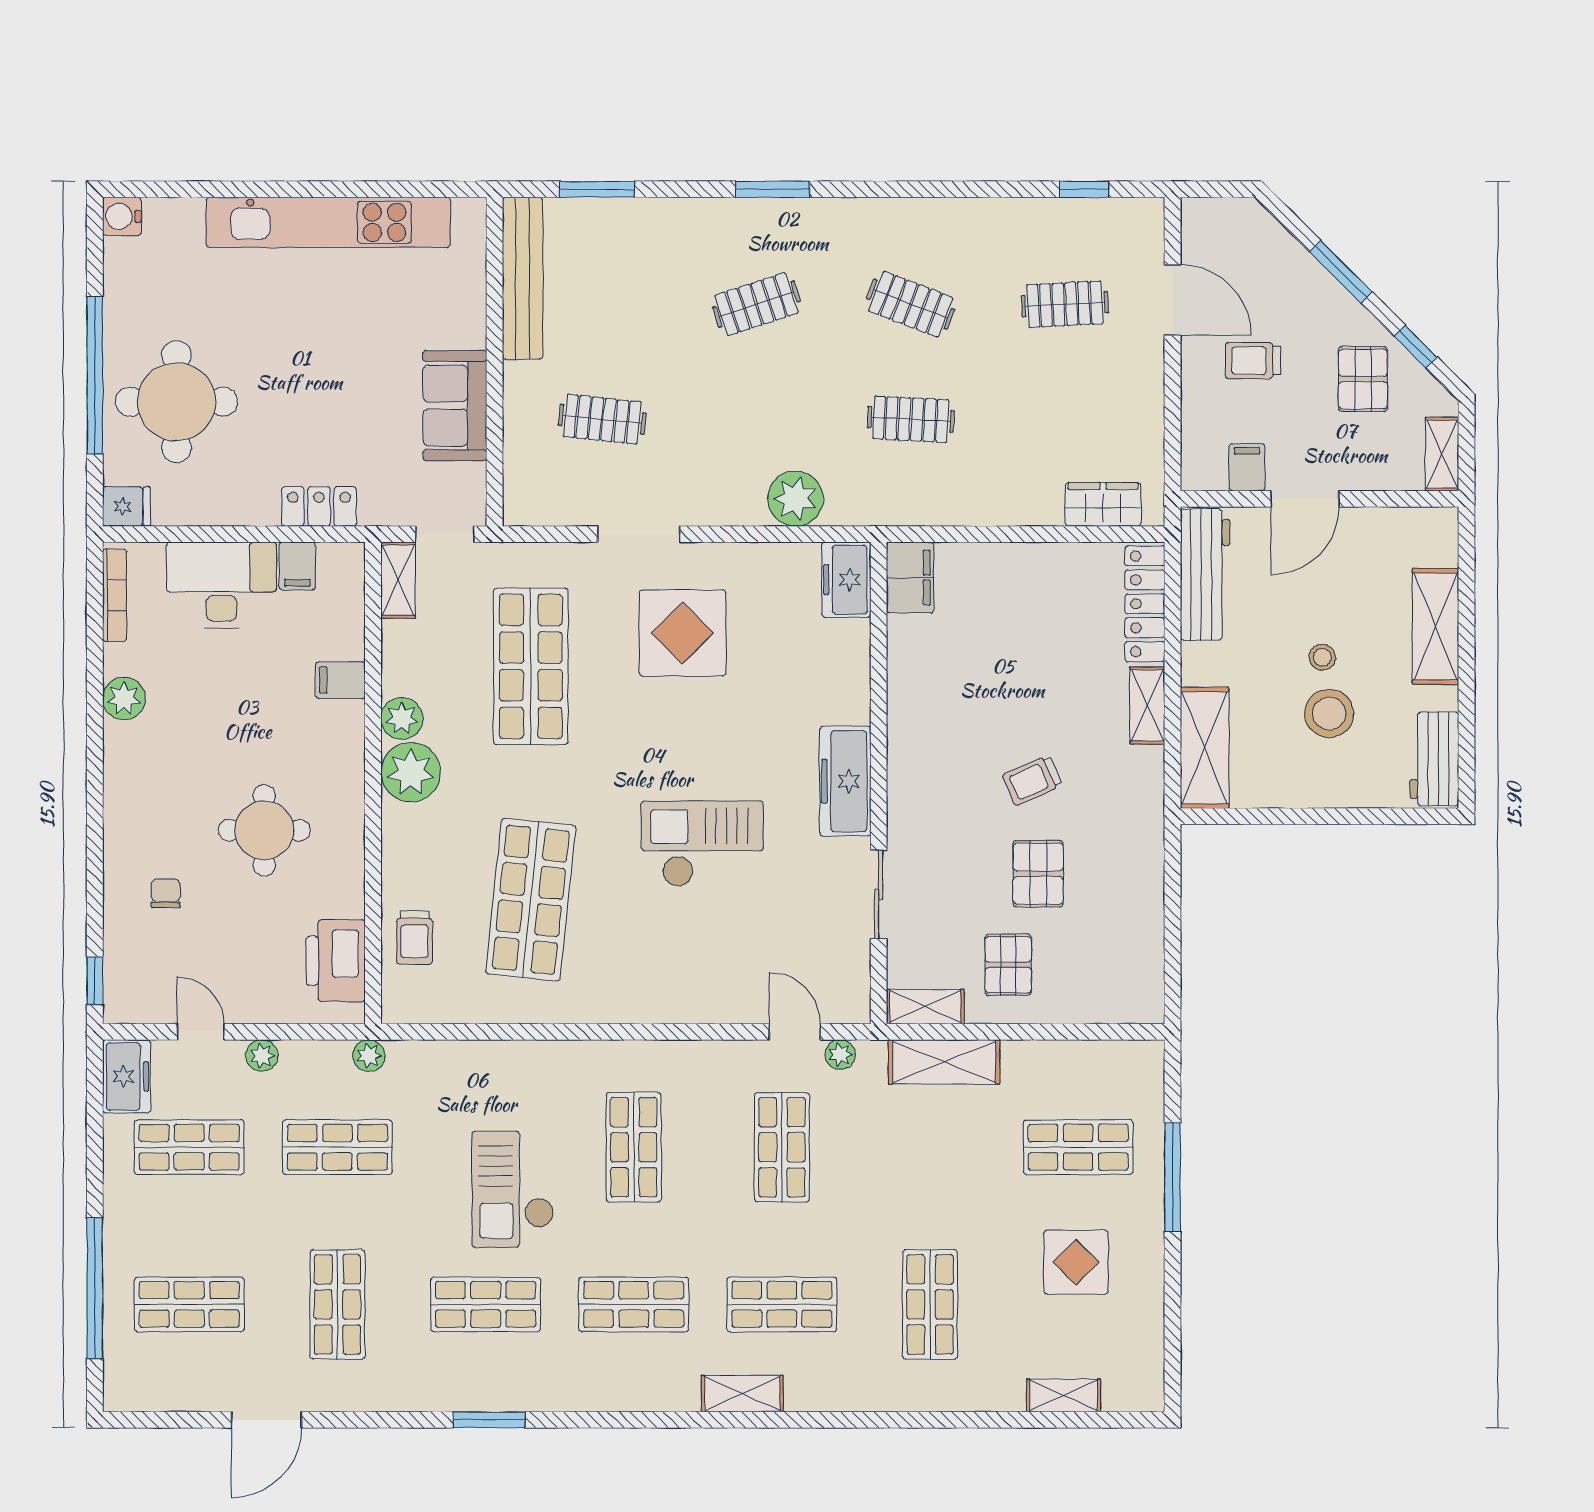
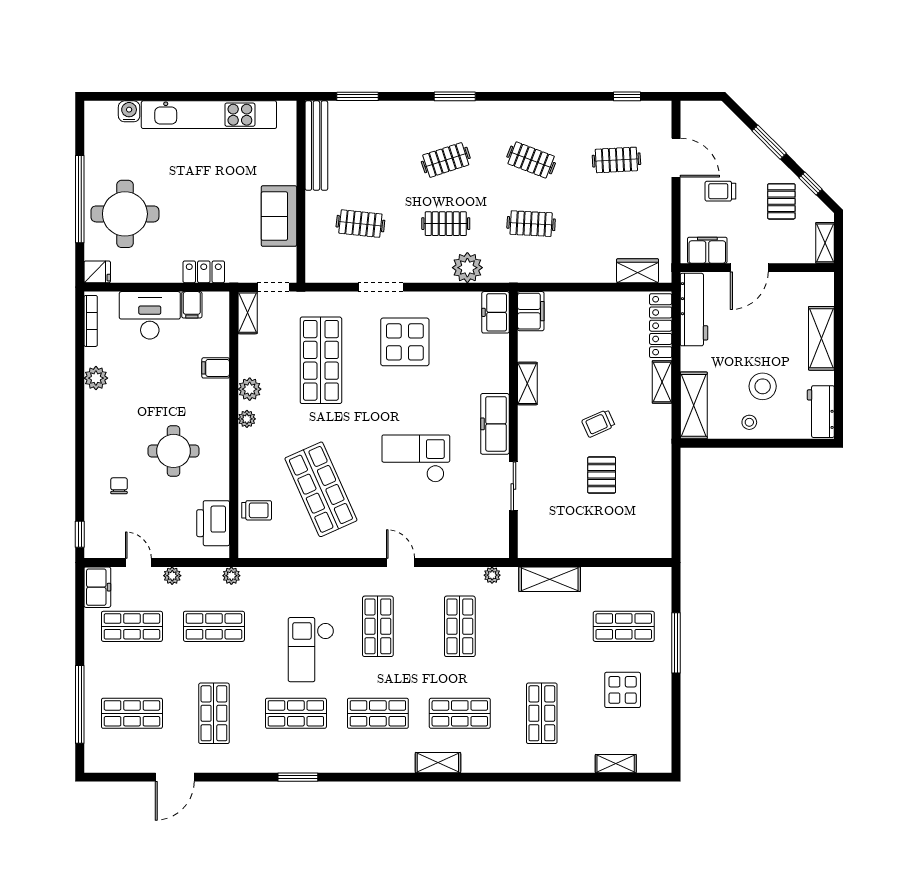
water cooler: (122, 216) -> (129, 111), moved, turned 90
clothes rail: (756, 419) -> (446, 224), added
filing cabinet: (1247, 467) -> (707, 250), width x2.00
stool: (1322, 657) -> (749, 422), moved
plant: (411, 772) -> (247, 419), width x0.53, depth x0.53
shop shelf: (531, 900) -> (321, 489), turned -30
trolley: (415, 937) -> (257, 510), turned -90
pallet: (1008, 965) -> (585, 525), removed
shelving: (925, 1007) -> (527, 384), moved, turned 90
door: (795, 1032) -> (400, 563), moved

